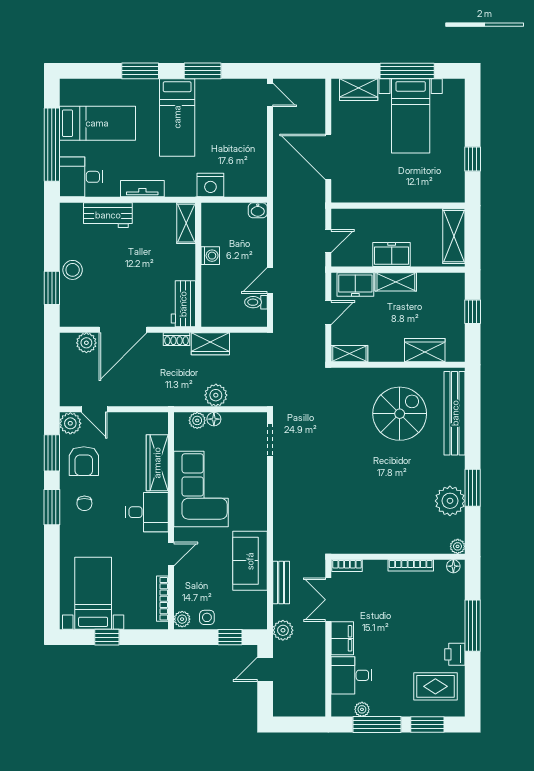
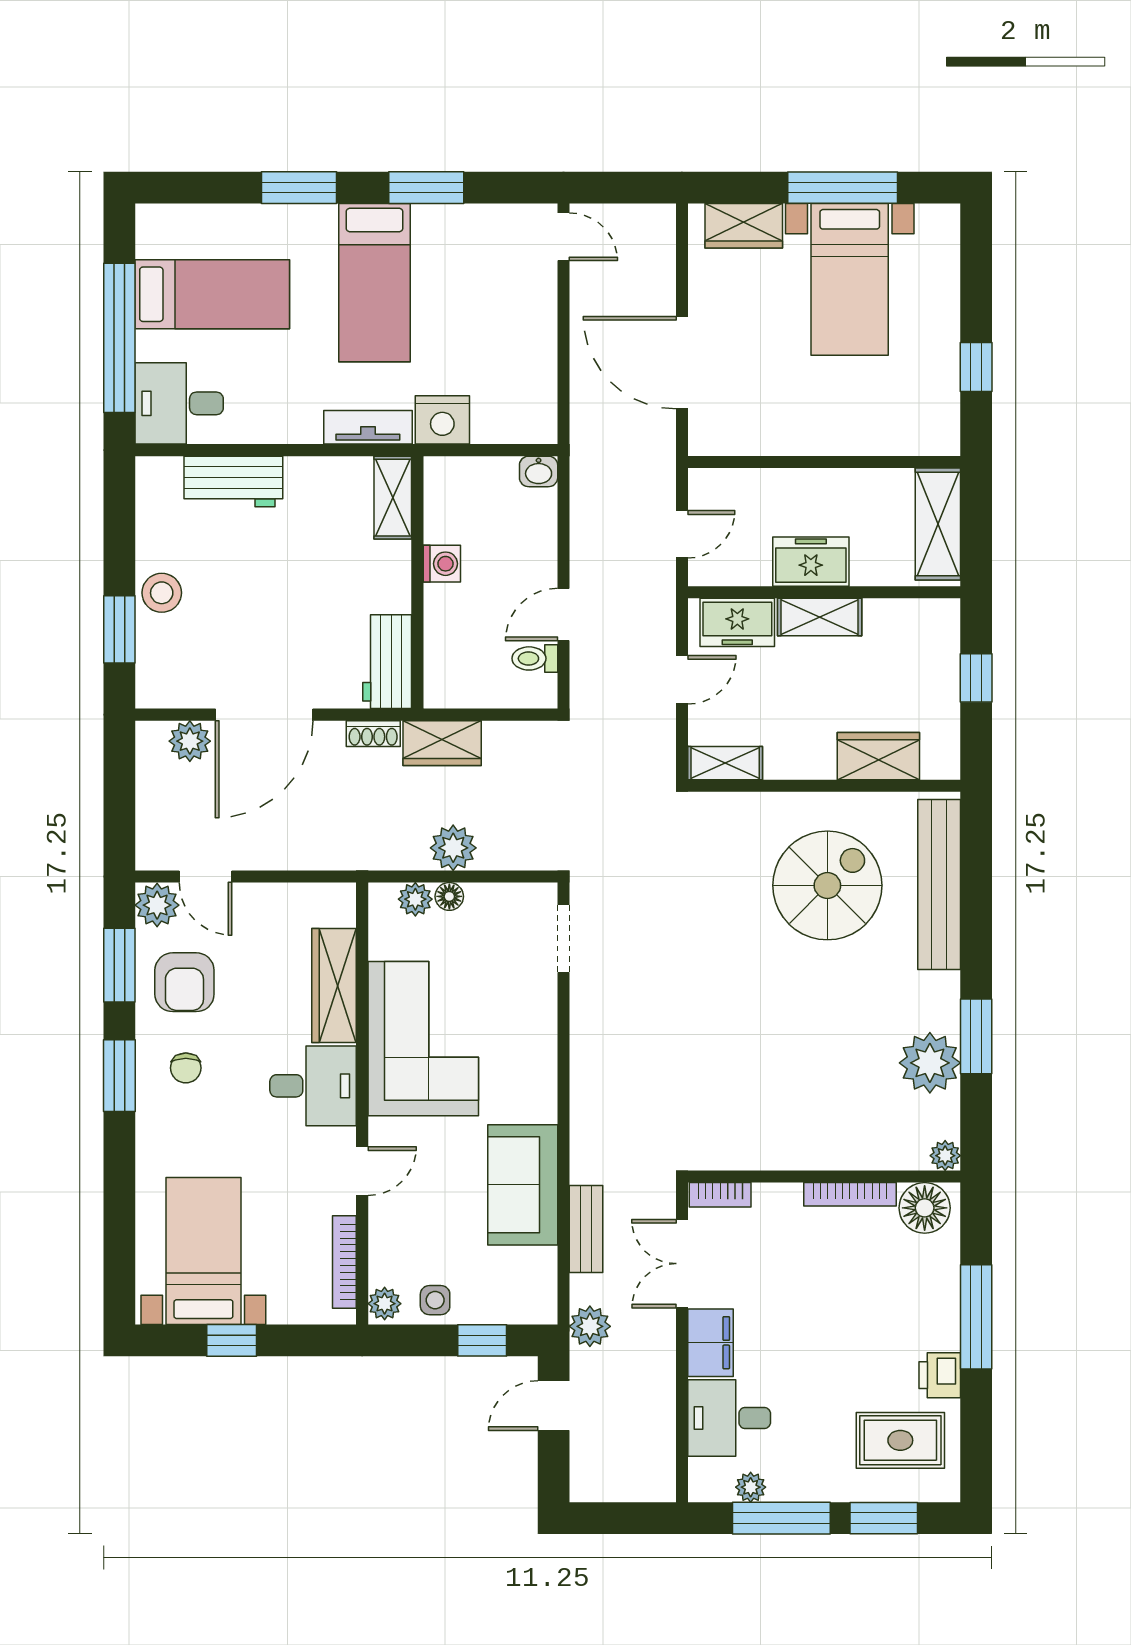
tv unit: (142, 189) -> (368, 427), moved
floor lamp: (453, 566) -> (925, 1208), width x1.89, depth x1.89

